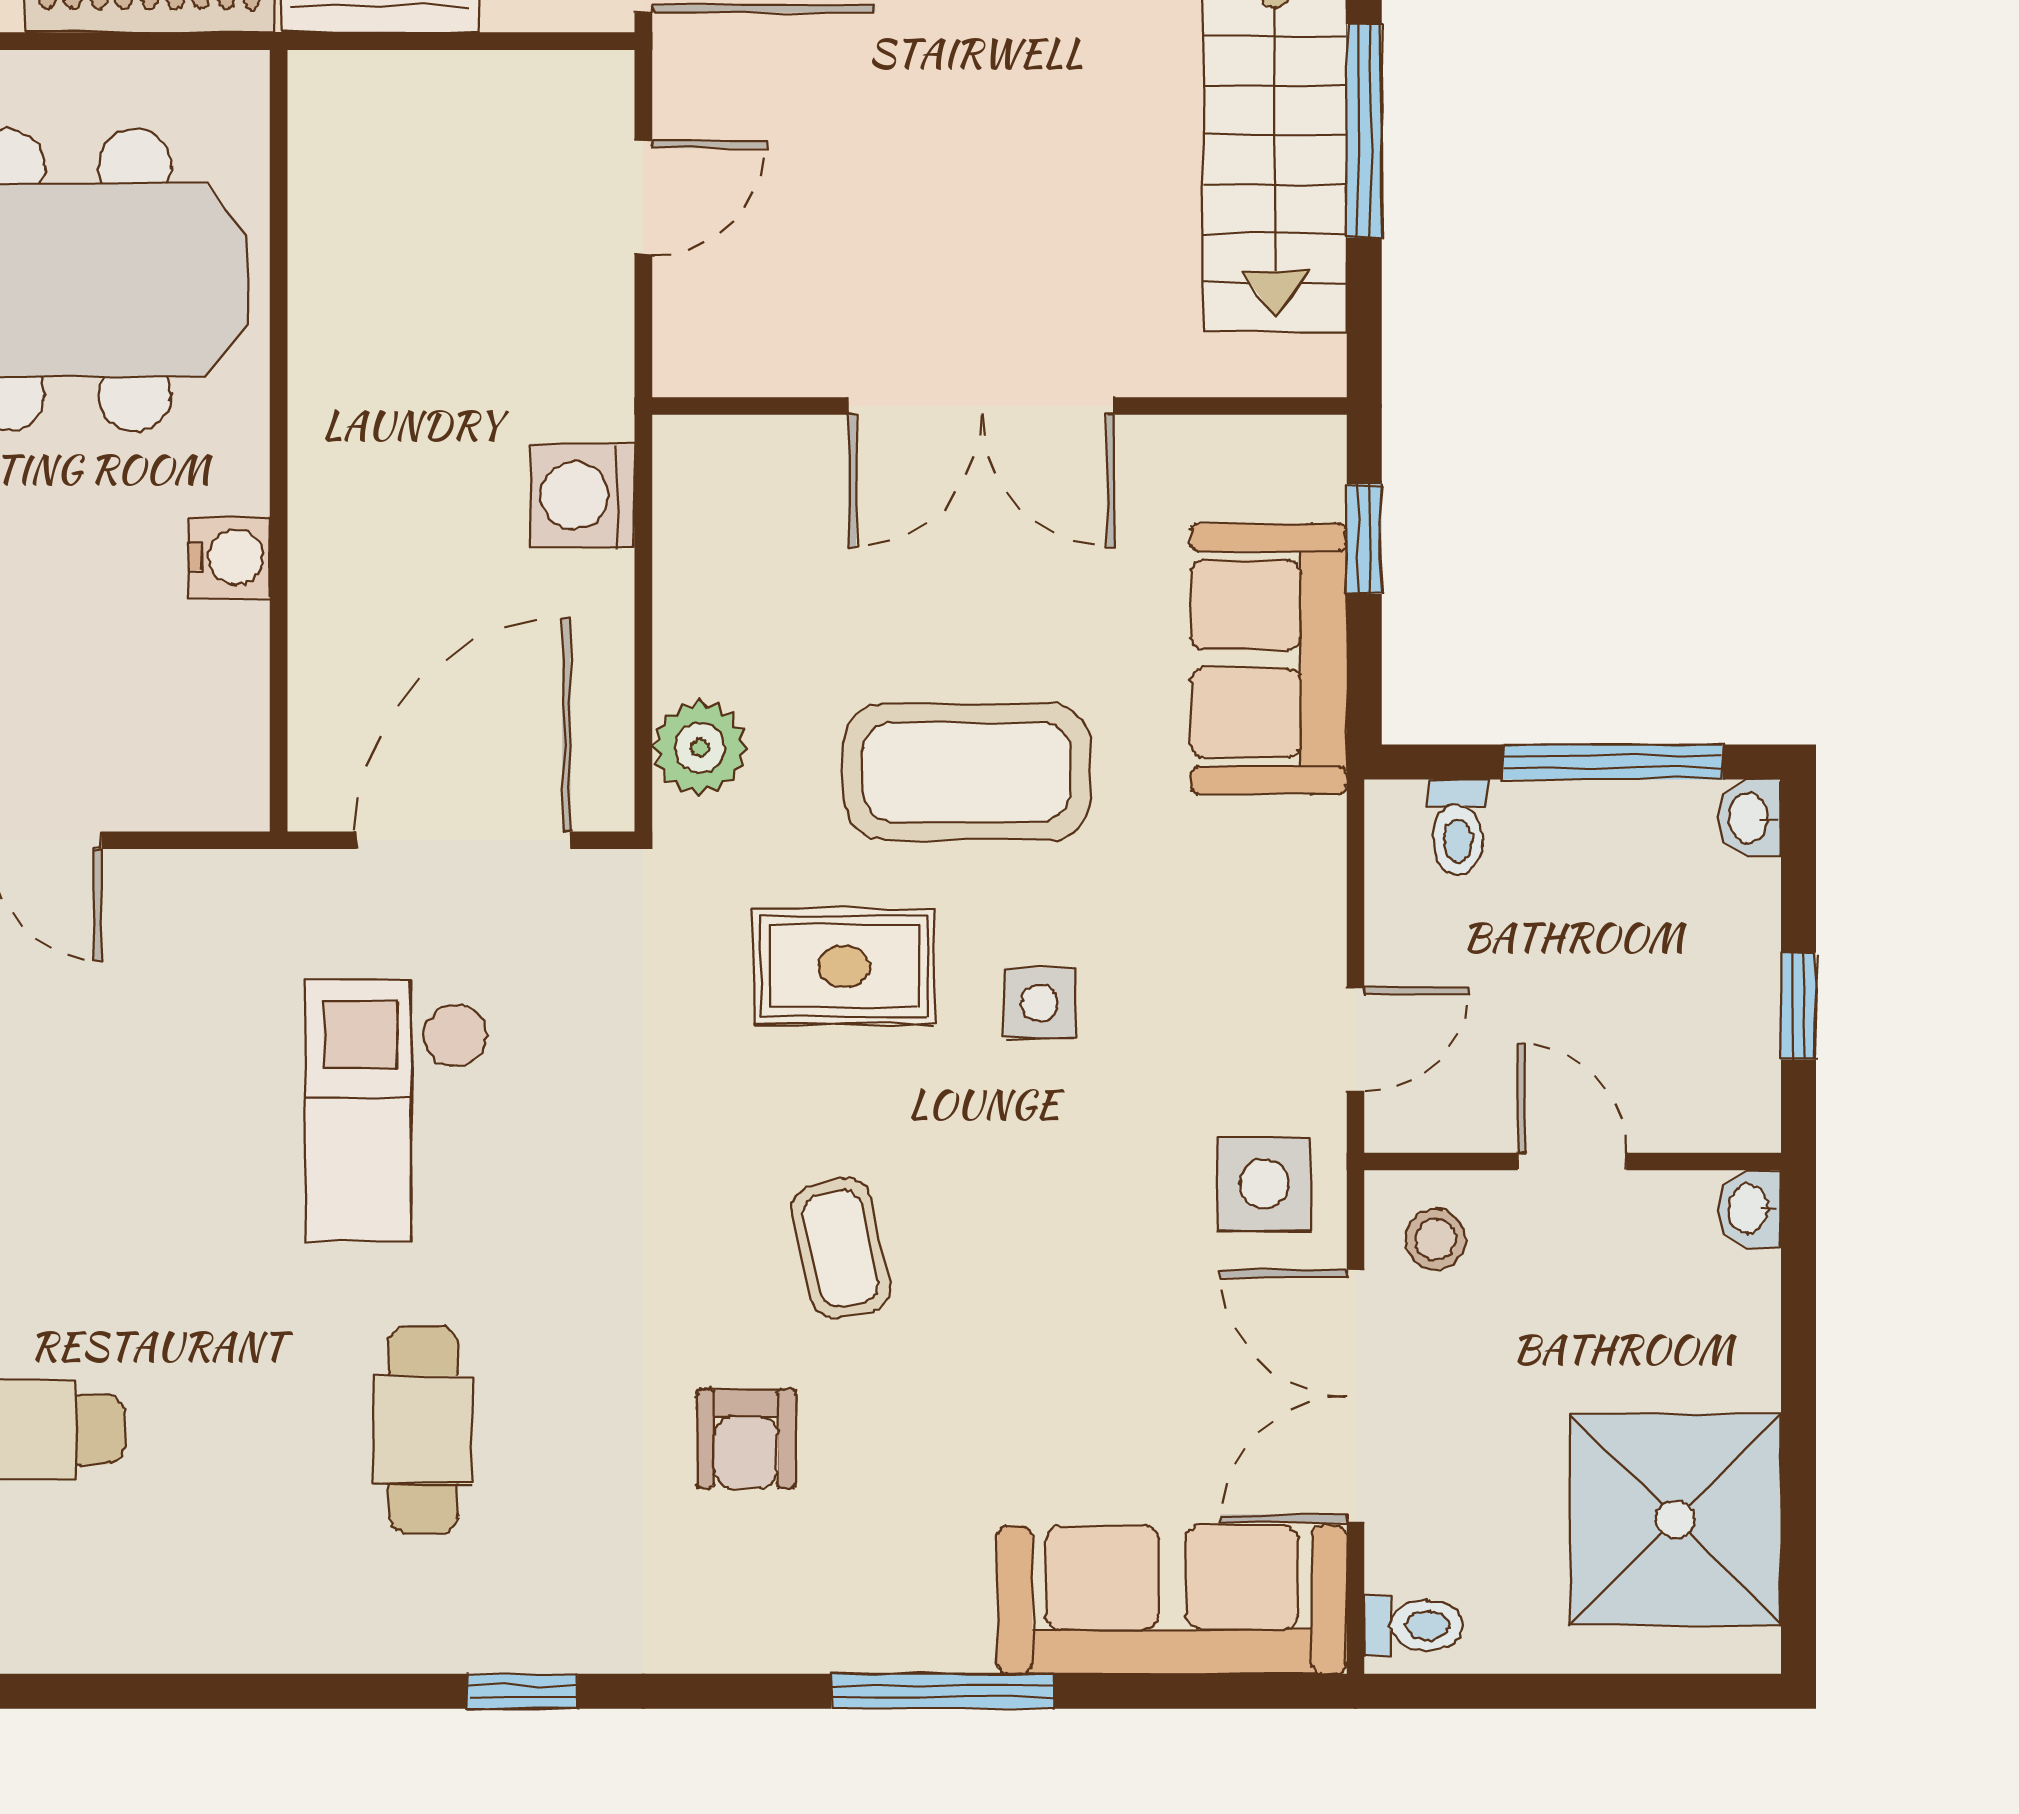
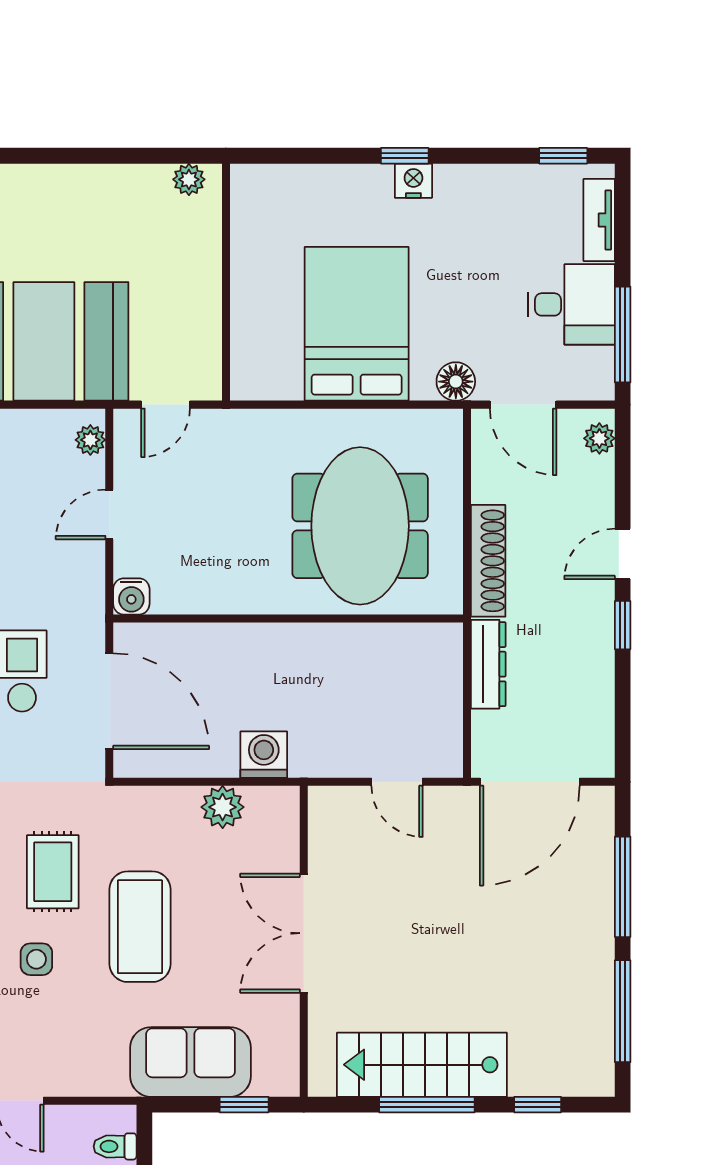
water cooler: (229, 557) -> (131, 596), moved
plant: (700, 748) -> (223, 807), moved

